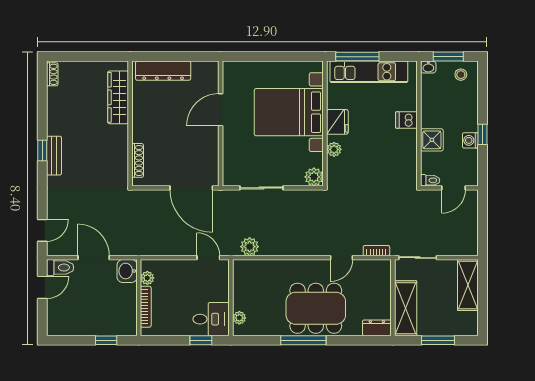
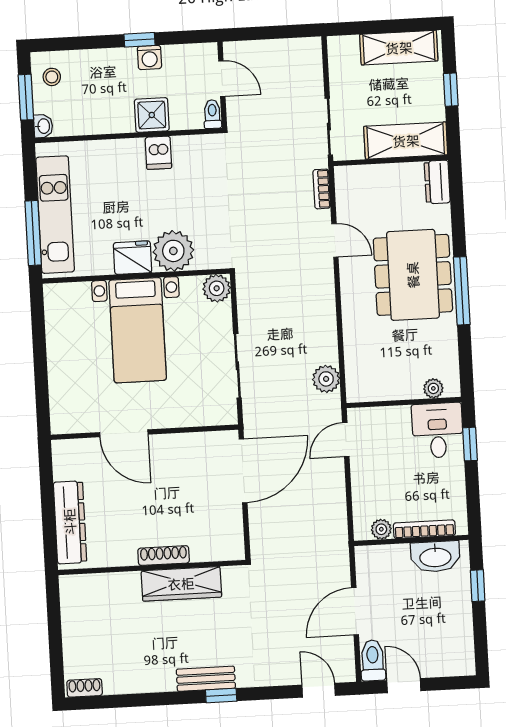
wardrobe: (118, 97) -> (181, 584), moved
bed with nightstands: (289, 112) -> (138, 330), width x0.73
dishwasher: (406, 120) -> (158, 153), moved
plant: (334, 149) -> (173, 251), width x1.87, depth x1.87
window: (42, 151) -> (221, 696), moved
shoe rack: (138, 160) -> (164, 556), moved
washbasin: (127, 271) -> (435, 557), moved, width x1.38
shelving: (468, 285) -> (399, 48), moved
window: (438, 340) -> (451, 90), width x0.67

